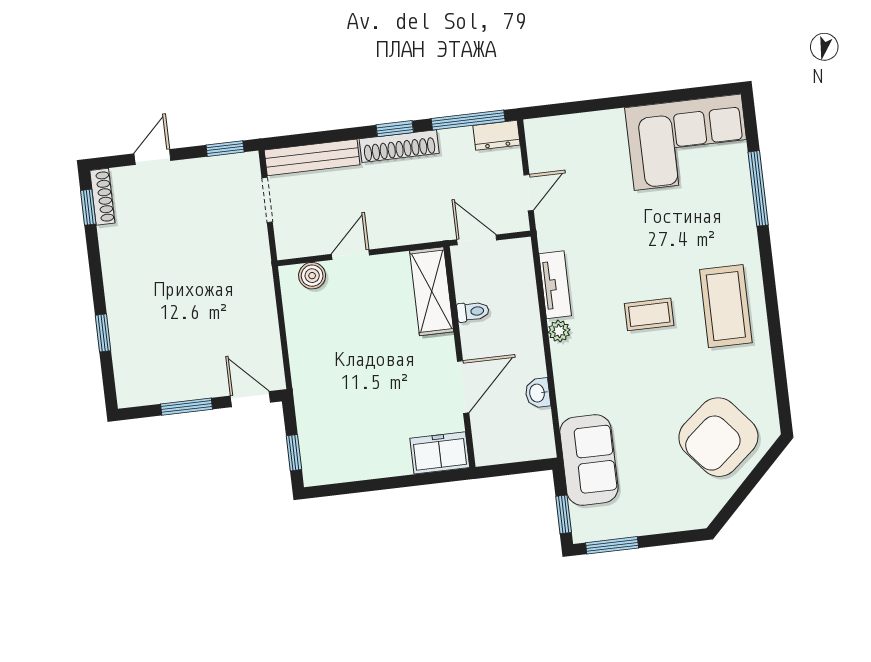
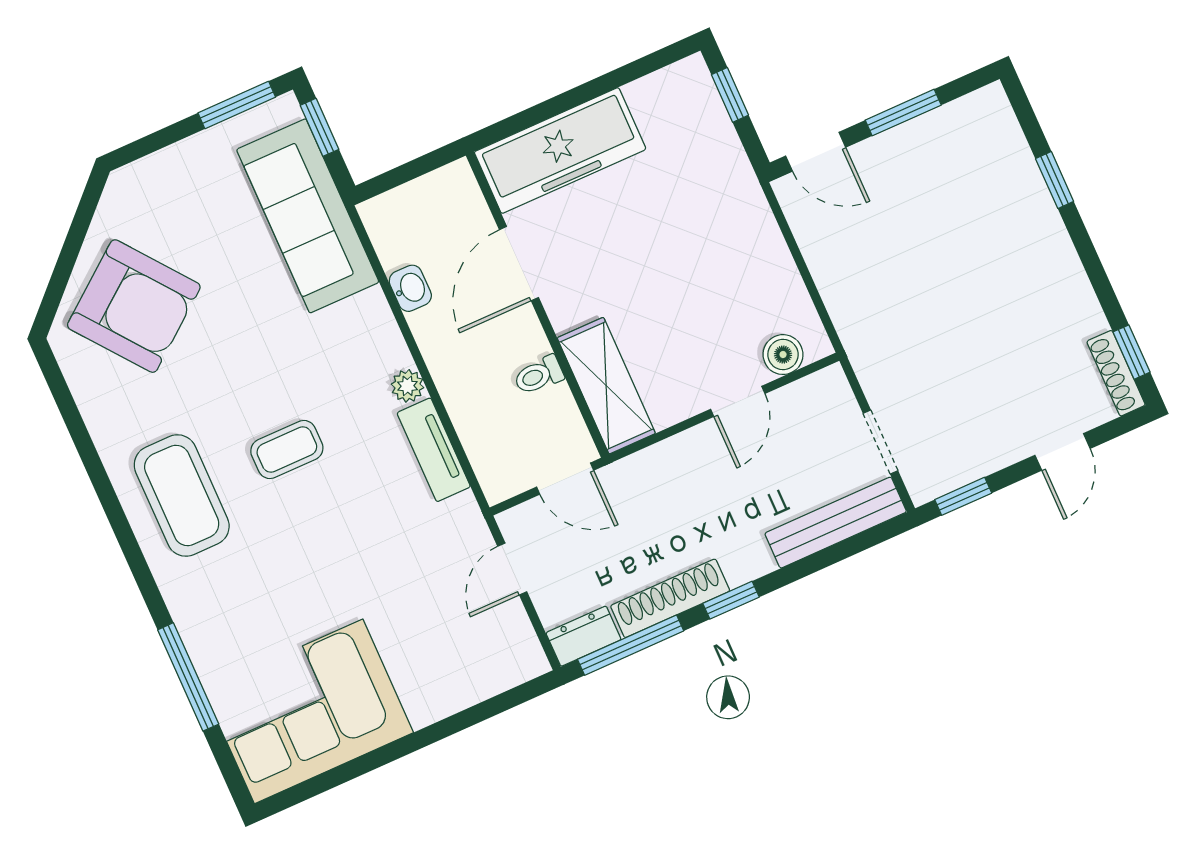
shoe rack: (399, 146) -> (670, 598), moved
armchair: (718, 437) -> (134, 306), turned 92
freezer: (440, 453) -> (560, 151), width x1.91, depth x1.26
sofa: (589, 460) -> (308, 216), width x1.36

